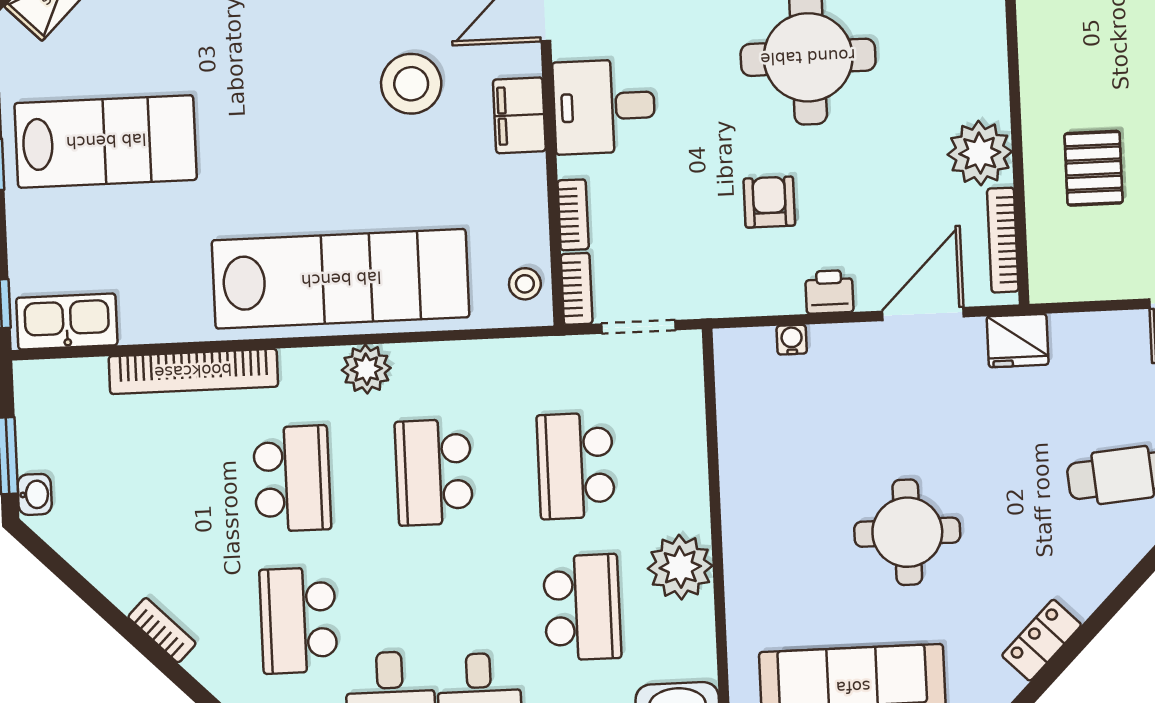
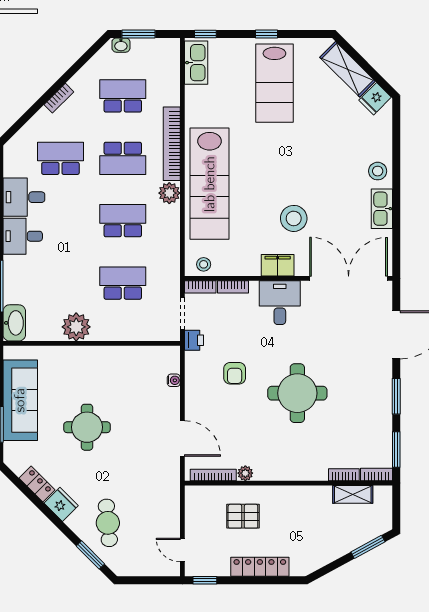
plant: (980, 153) -> (245, 473), width x0.53, depth x0.53
armchair: (769, 202) -> (235, 373), turned 90
printer: (829, 292) -> (194, 340), moved
fridge: (1018, 341) -> (61, 504), moved, turned 135
bookcase: (193, 371) -> (172, 144), moved
school desk: (582, 607) -> (123, 96), moved, turned 180

